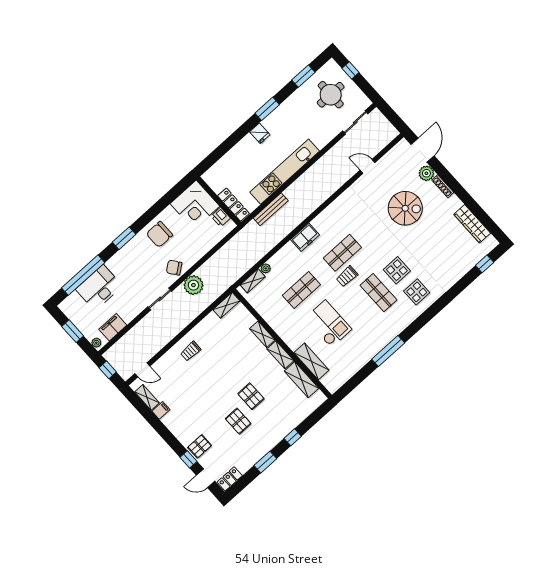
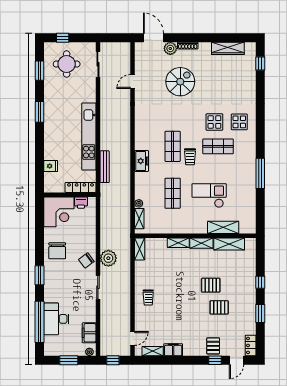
fridge: (260, 133) -> (51, 166), moved
filing cabinet: (161, 410) -> (173, 350), width x2.00

